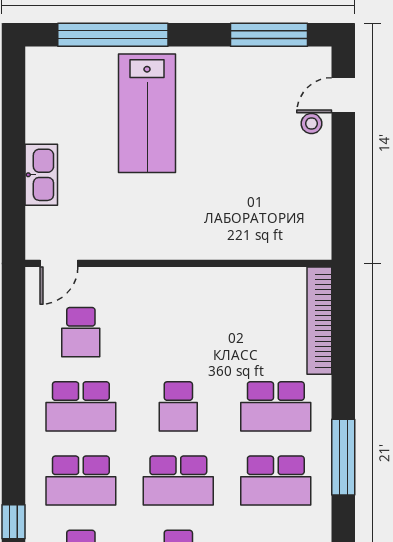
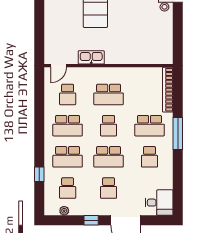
kitchen sink: (41, 175) -> (91, 57), moved, turned -90
school desk: (178, 332) -> (109, 94), added
window: (343, 457) -> (178, 134), moved
school desk: (276, 481) -> (149, 157), width x0.54

